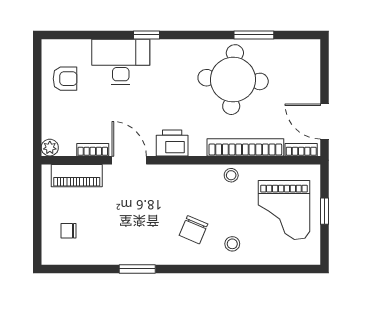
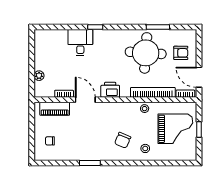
desk: (121, 62) -> (80, 43), width x0.73
armchair: (65, 79) -> (181, 53), moved
plant: (50, 148) -> (39, 76), moved
grand piano: (284, 210) -> (175, 129), turned -90

